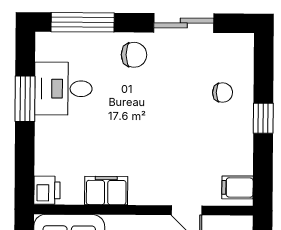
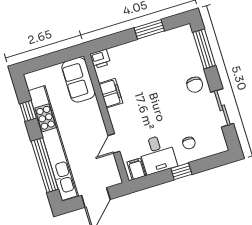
desk: (63, 89) -> (157, 154), moved, turned 180

